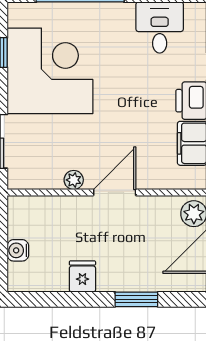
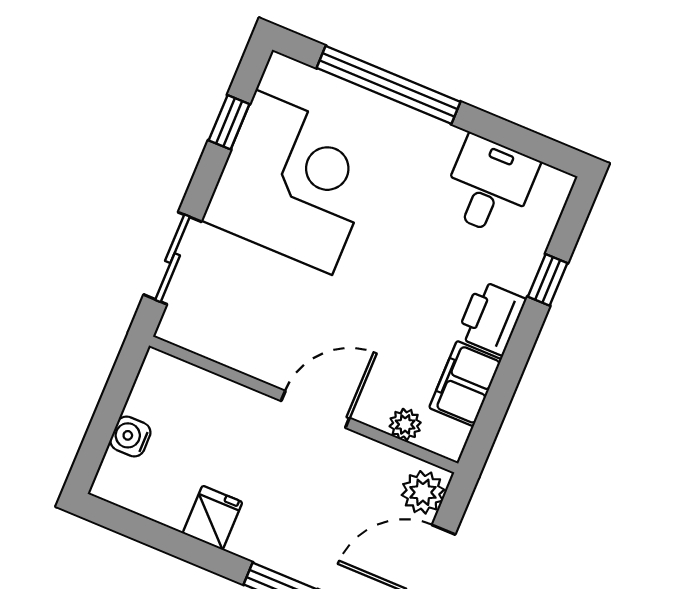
plant: (74, 180) -> (405, 424), moved

